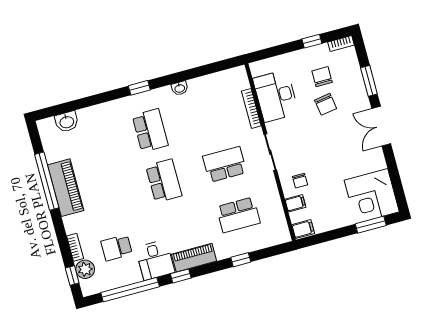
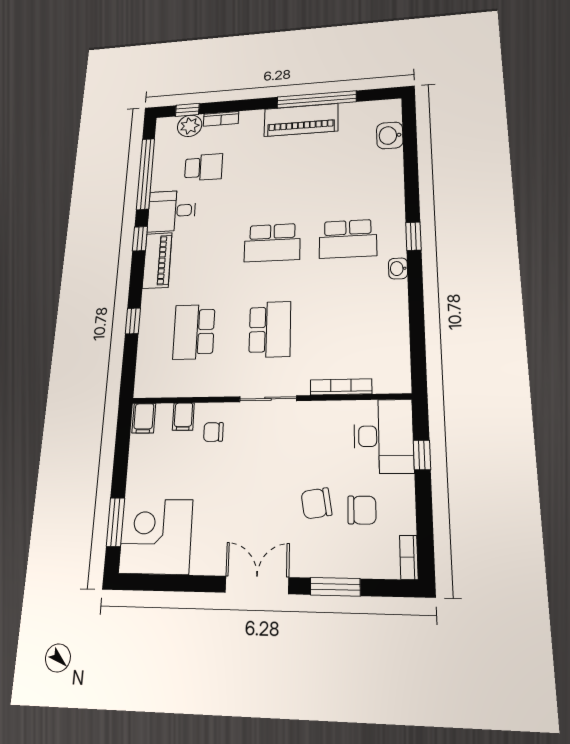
window: (312, 41) -> (422, 455), moved
washbasin: (180, 88) -> (398, 268), moved
desk: (276, 96) -> (383, 436), moved, turned 90
school desk: (117, 248) -> (204, 167), turned 90

